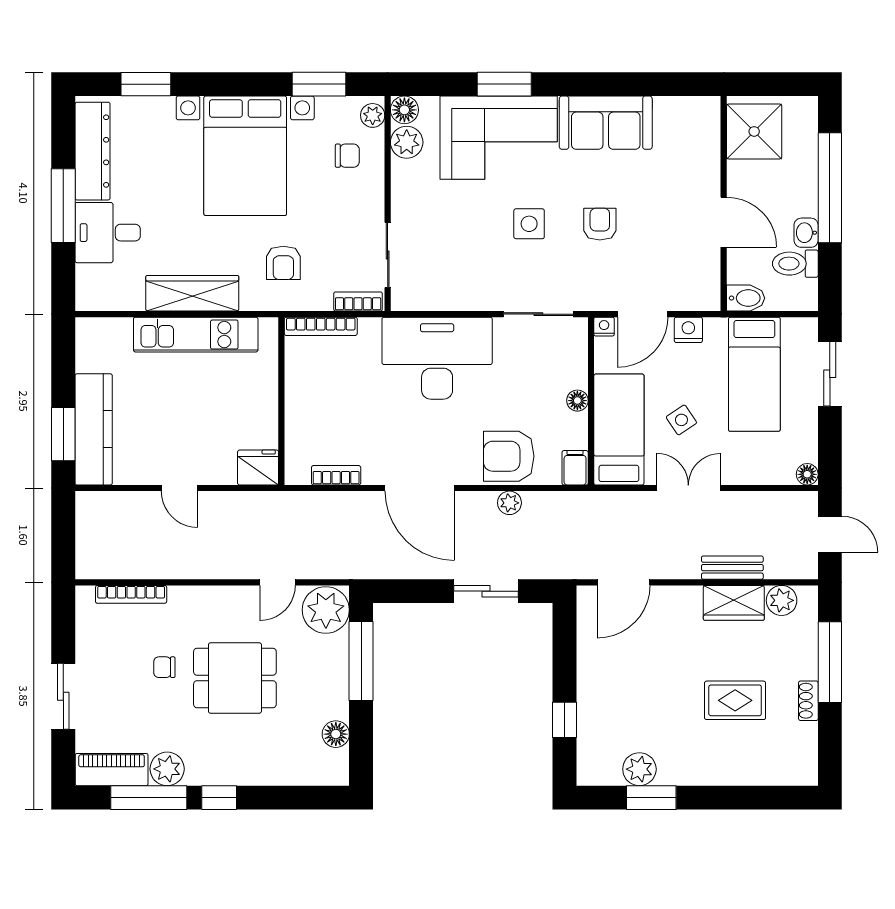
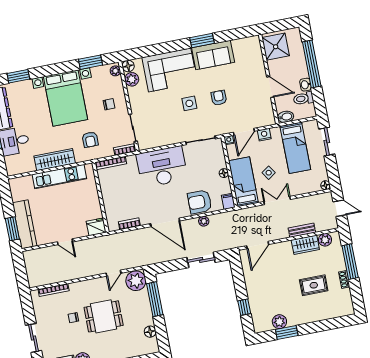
window: (504, 84) -> (202, 41), moved
chair: (347, 156) -> (109, 104), moved

